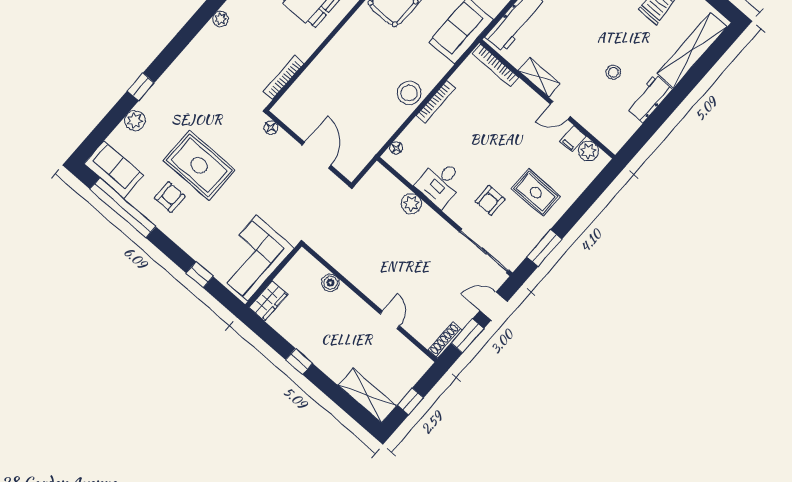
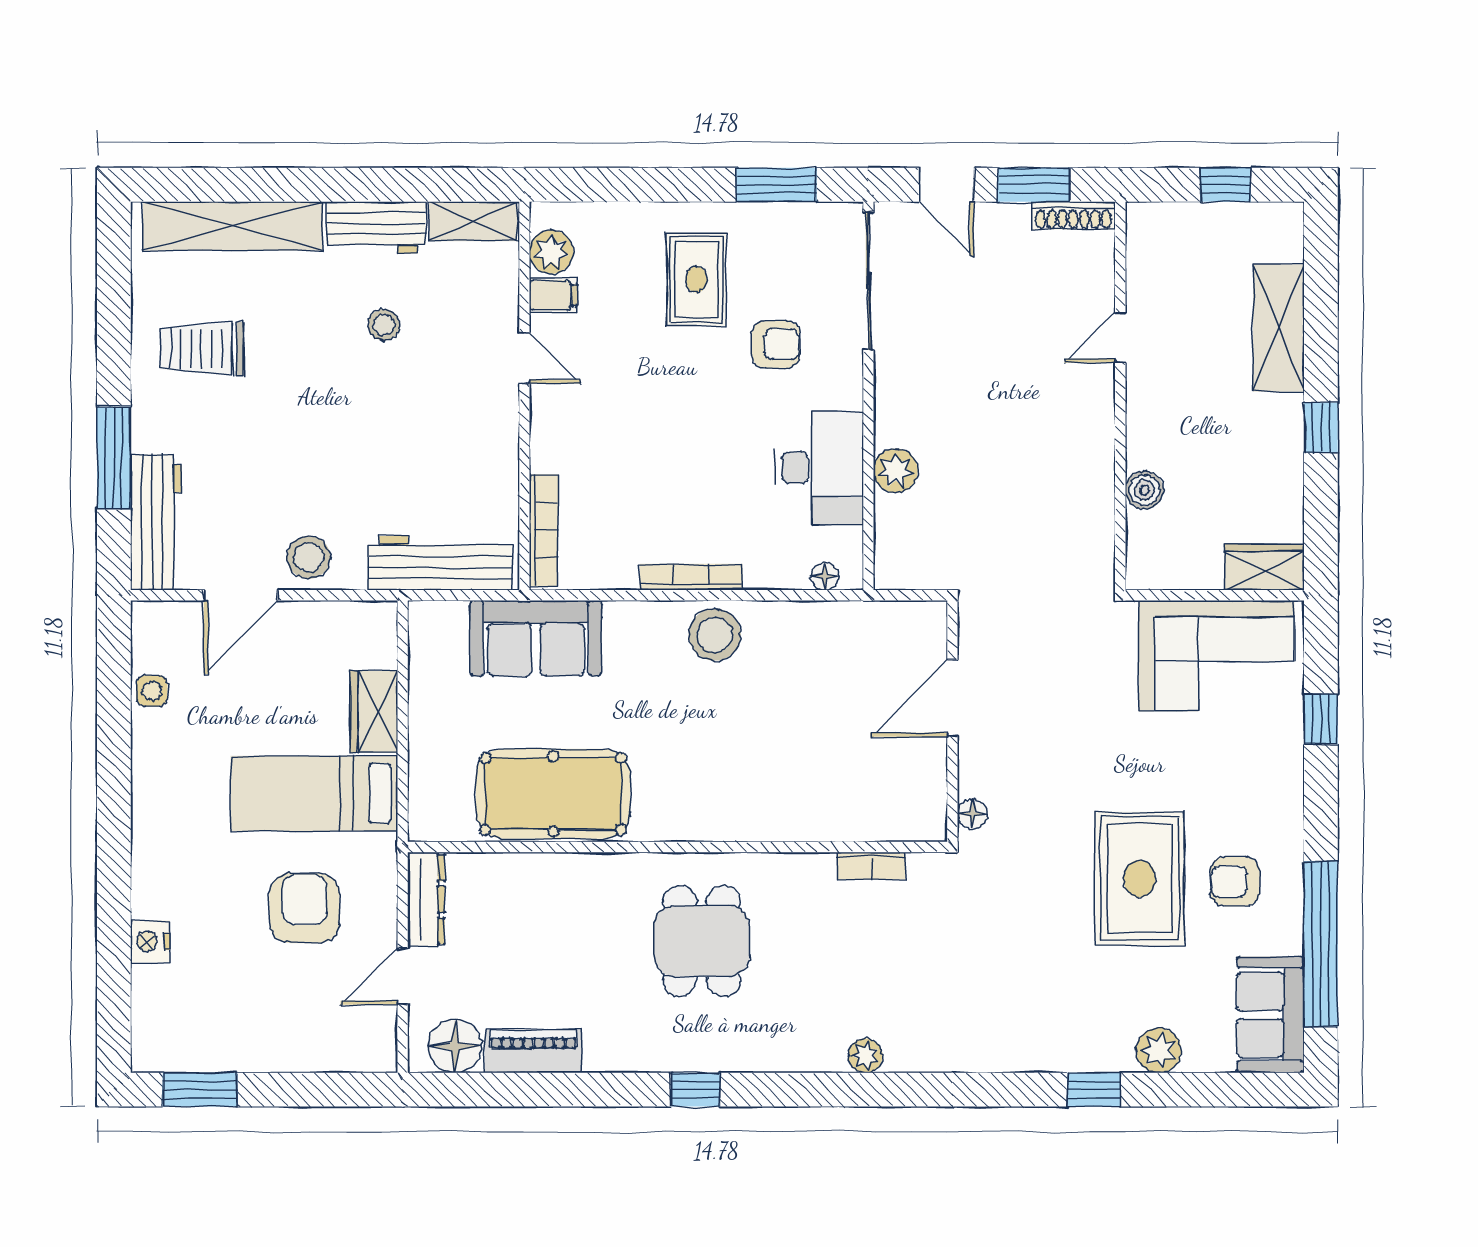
shelving: (539, 77) -> (473, 221), moved, turned 90
bookcase: (283, 78) -> (871, 866), width x0.64
desk: (440, 183) -> (819, 468), width x1.37
shelving: (367, 396) -> (1279, 328), moved

